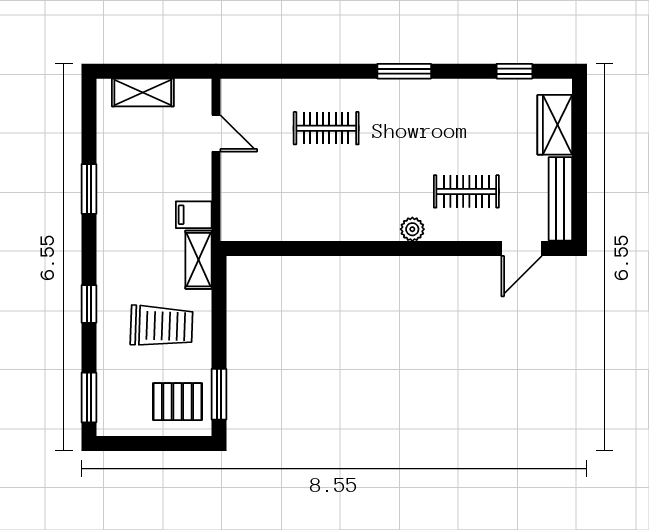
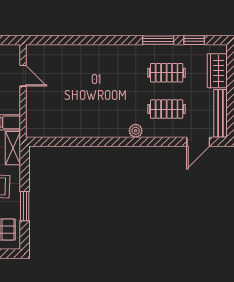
window: (404, 71) -> (158, 40), moved
clothes rail: (326, 128) -> (167, 73), moved
window: (219, 394) -> (25, 206), moved

